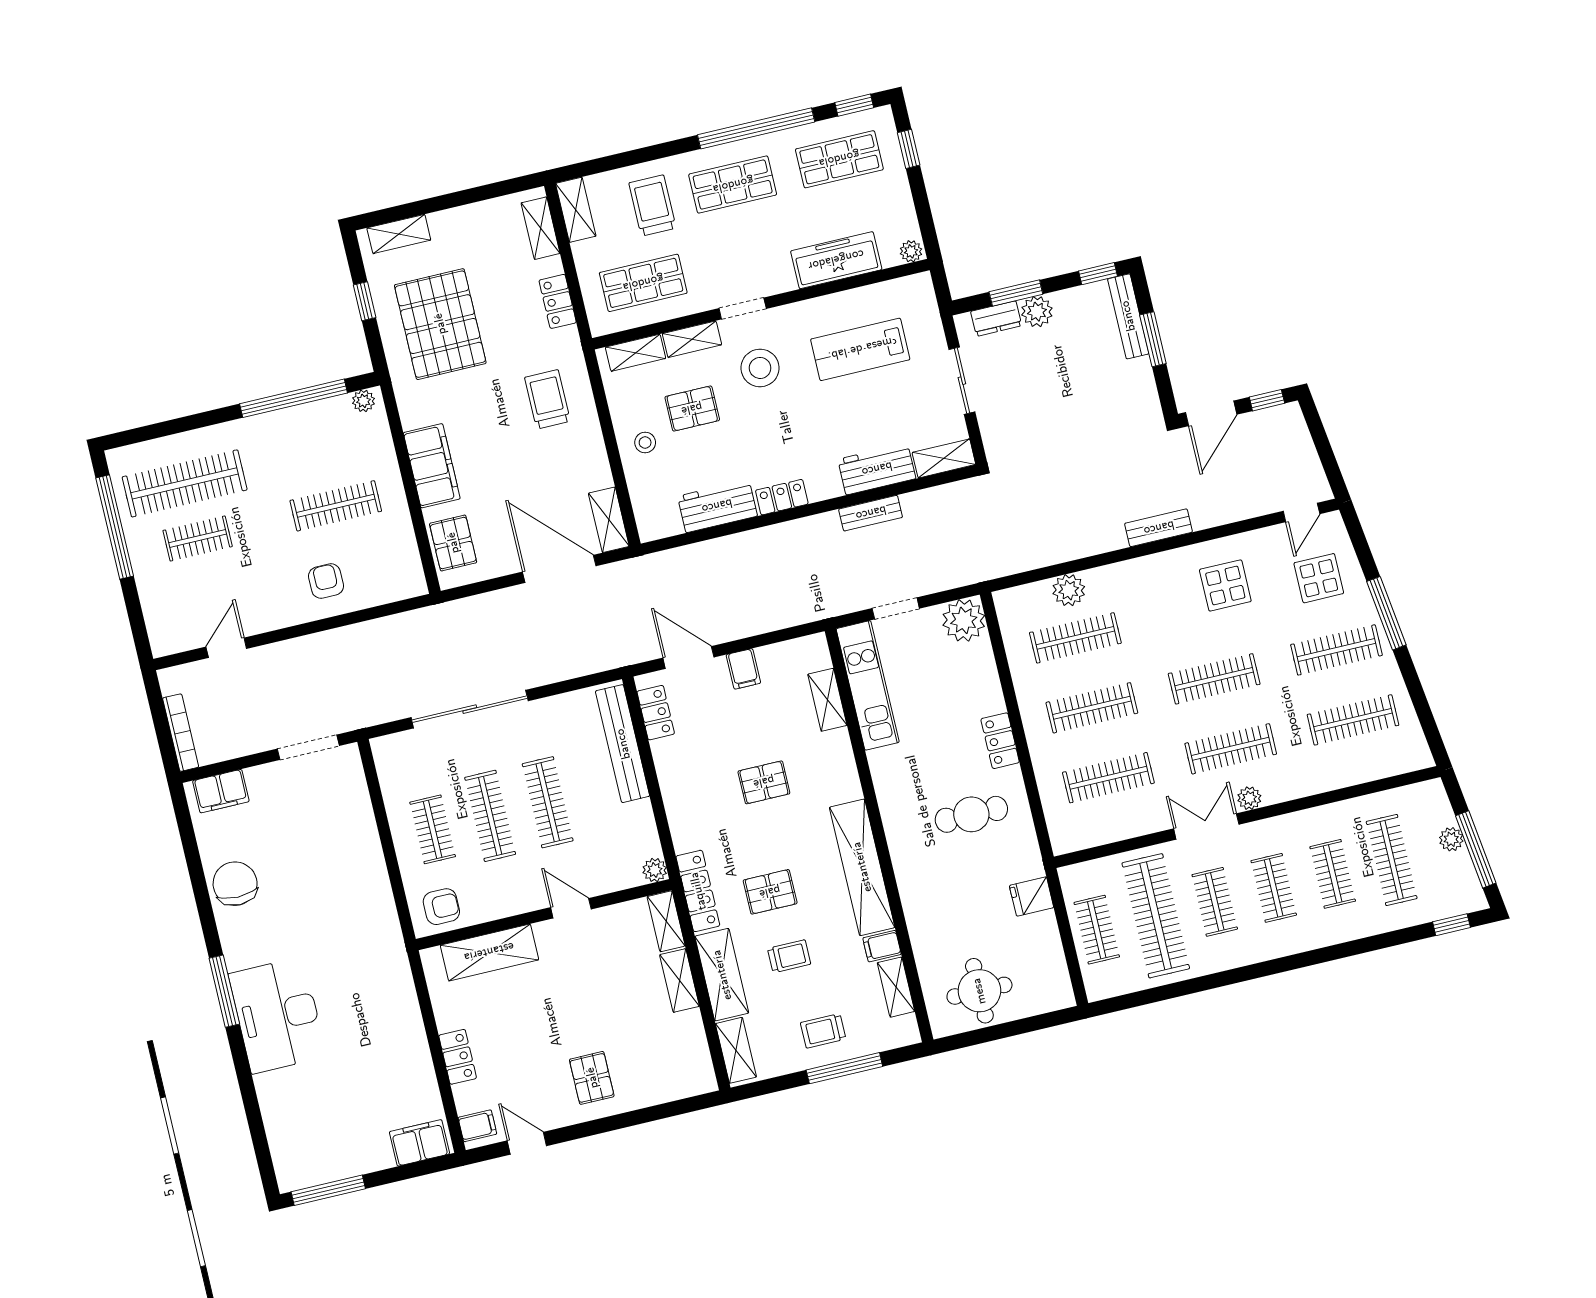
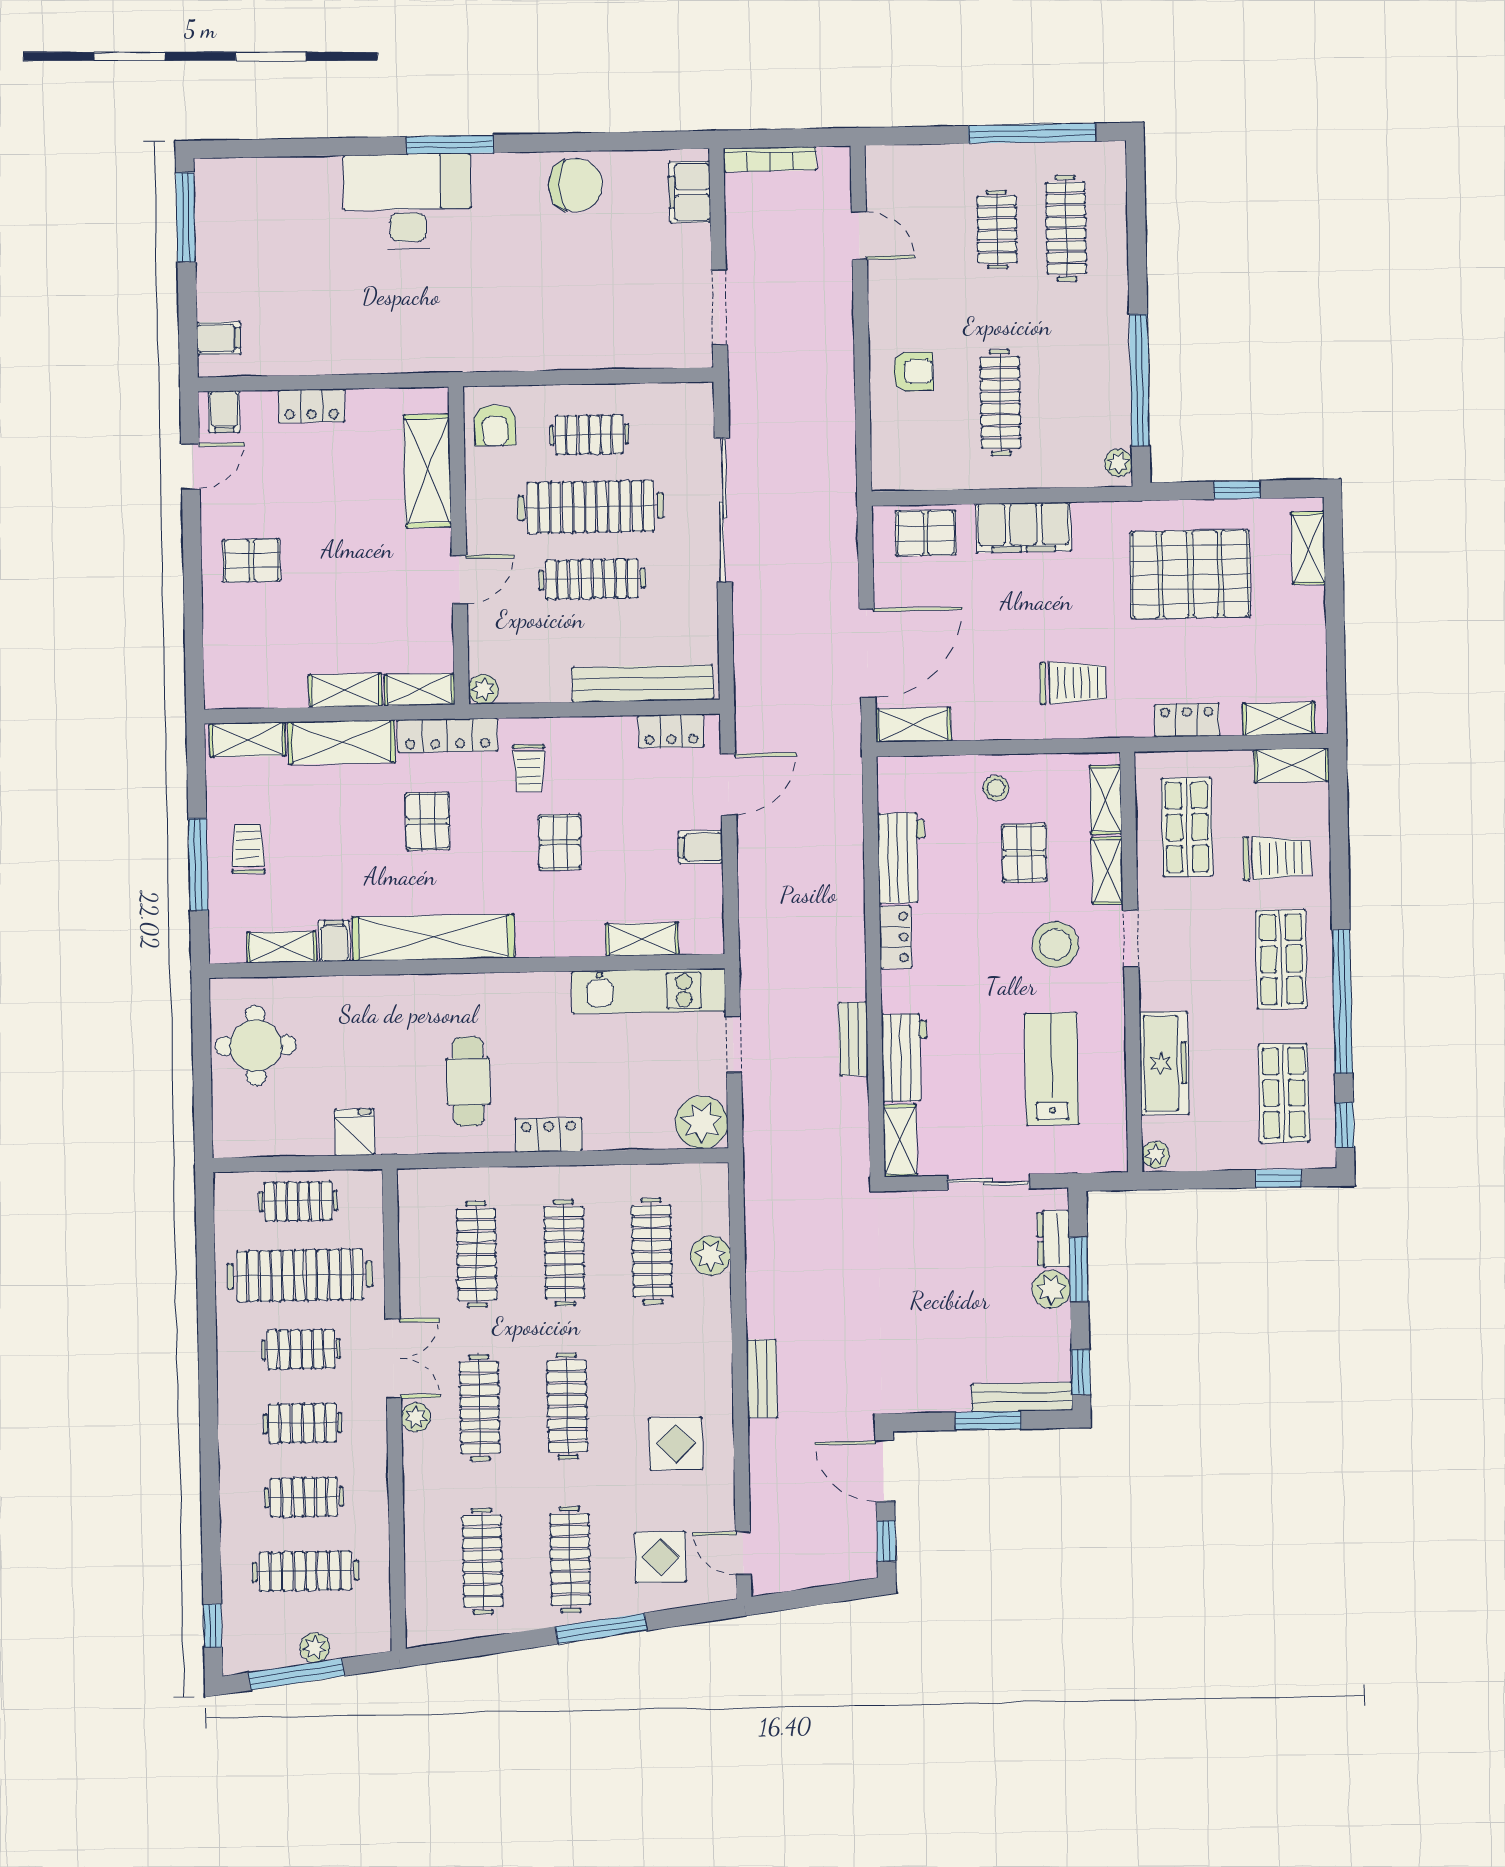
clothes rail: (185, 483) -> (1066, 228), width x0.73, depth x0.76
clothes rail: (490, 816) -> (591, 507), width x1.37, depth x1.31
trolley: (789, 956) -> (529, 768), moved
filing cabinet: (419, 1143) -> (219, 338), width x0.50

